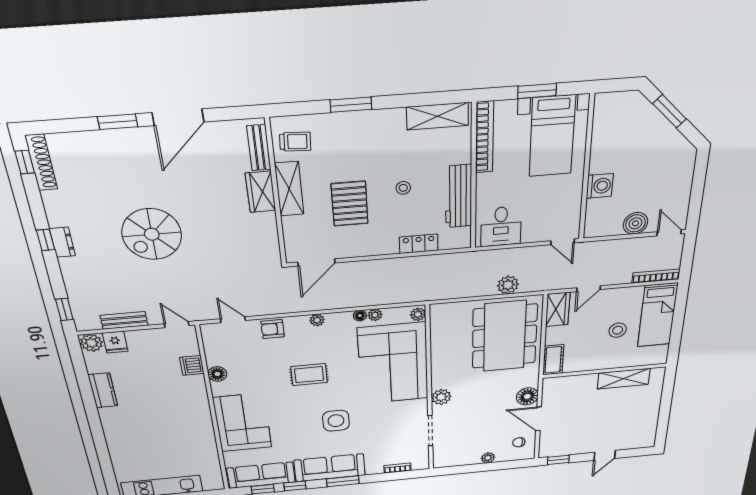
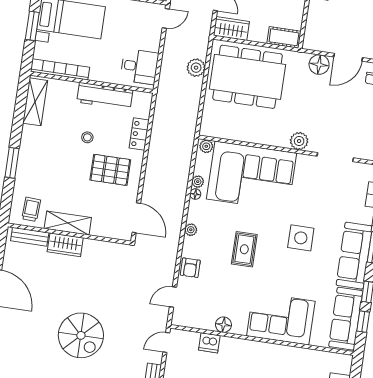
pallet: (350, 204) -> (110, 170), moved

